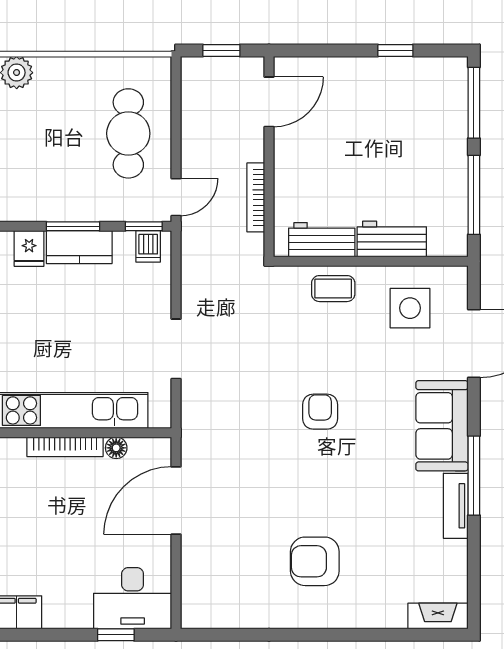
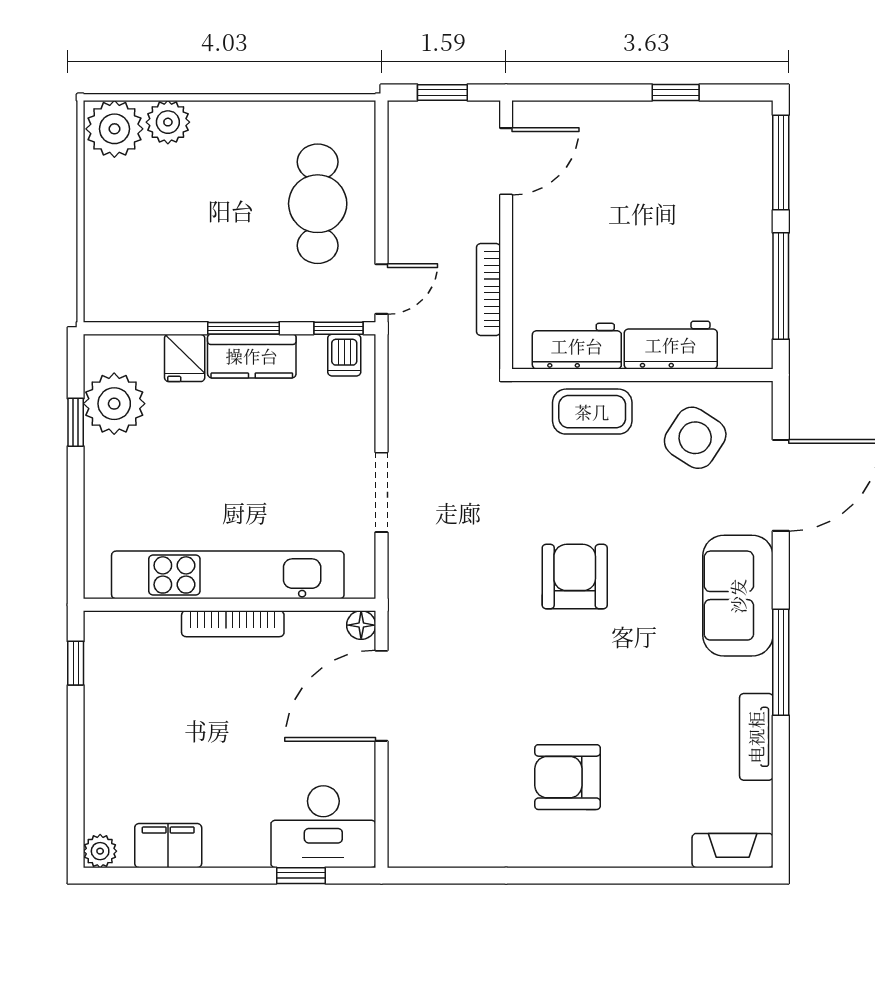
coffee table: (333, 289) -> (592, 412), width x1.36, depth x1.30
side table: (410, 308) -> (695, 438), turned 33
armchair: (320, 412) -> (575, 577), width x1.38, depth x1.38
floor lamp: (116, 448) -> (361, 625), moved
tv unit: (456, 506) -> (756, 737), moved

